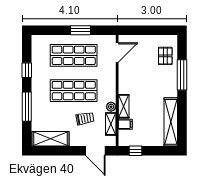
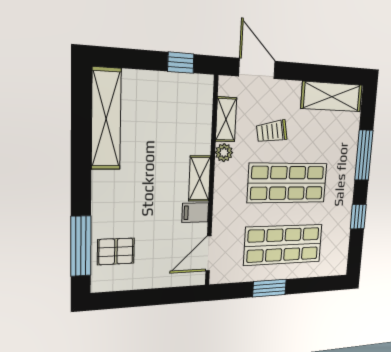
pallet: (165, 56) -> (116, 251), turned 90
window: (182, 75) -> (81, 246), moved
shelving: (124, 106) -> (200, 179), moved
filing cabinet: (125, 124) -> (195, 213), moved

